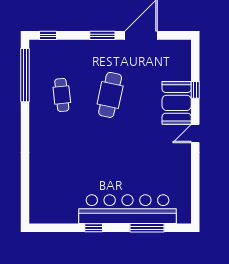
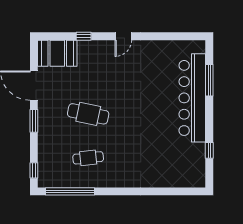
booth: (177, 103) -> (57, 53), moved
door: (195, 133) -> (123, 36), hinge flipped
window: (94, 228) -> (209, 150), moved

